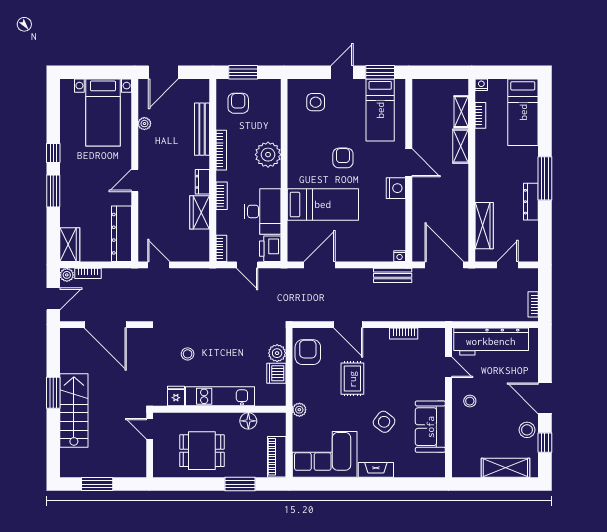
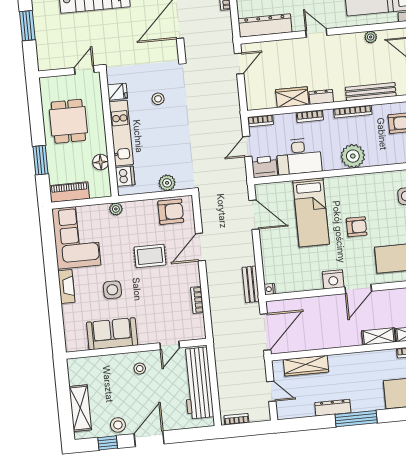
dishwasher: (276, 373) -> (125, 176), moved, turned 90
side table: (384, 422) -> (112, 290), turned -38

